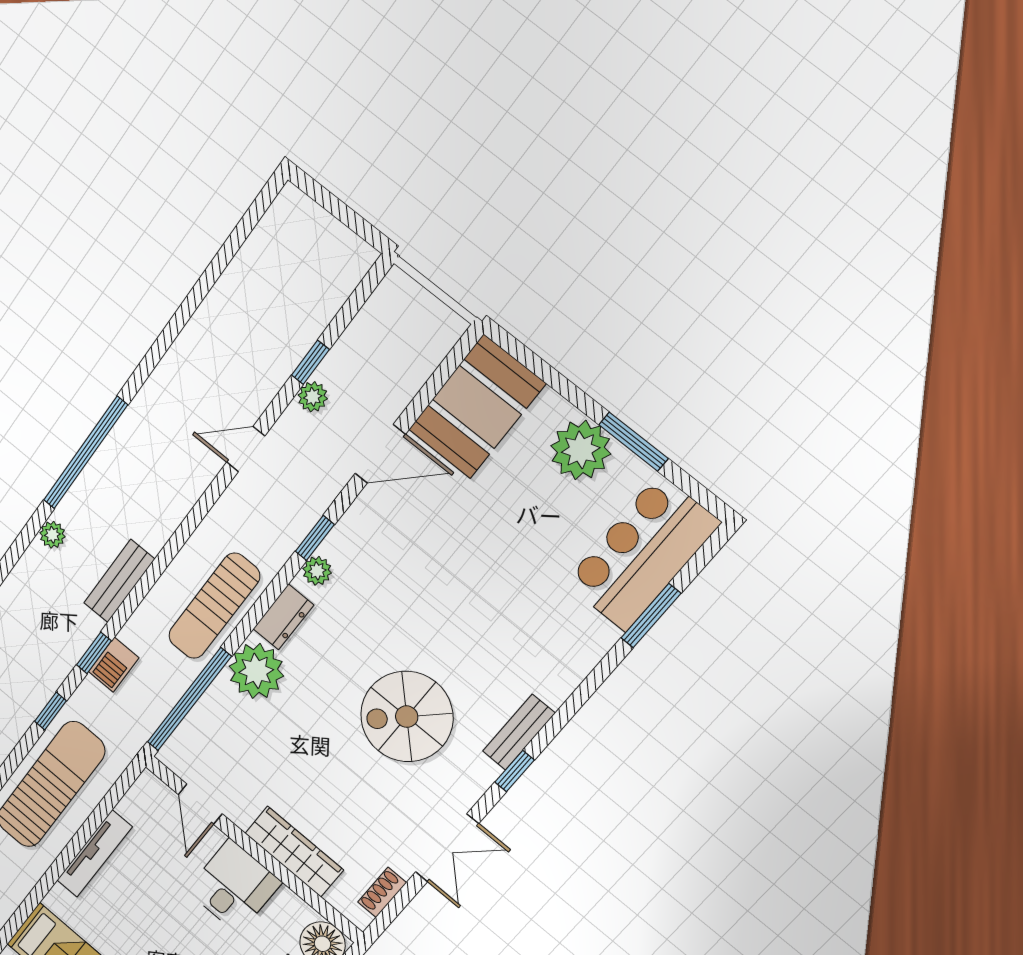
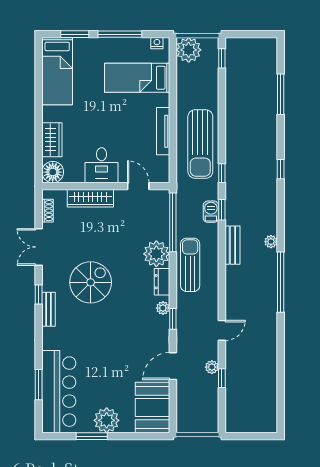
bar counter: (642, 553) -> (59, 392), width x1.36

